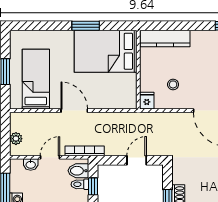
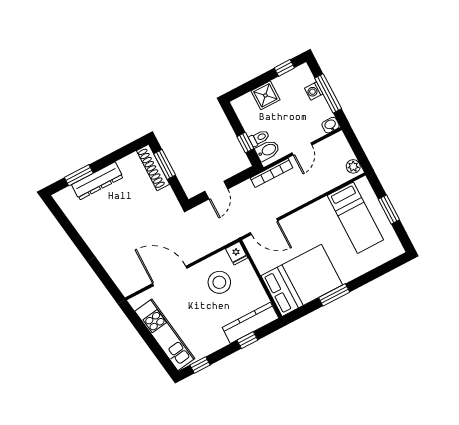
window: (175, 26) -> (247, 340), added
stool: (173, 84) -> (219, 282), width x1.89, depth x1.89
door: (74, 111) -> (264, 227), moved
plant: (16, 139) -> (353, 166), moved
washbasin: (31, 165) -> (331, 125), moved

